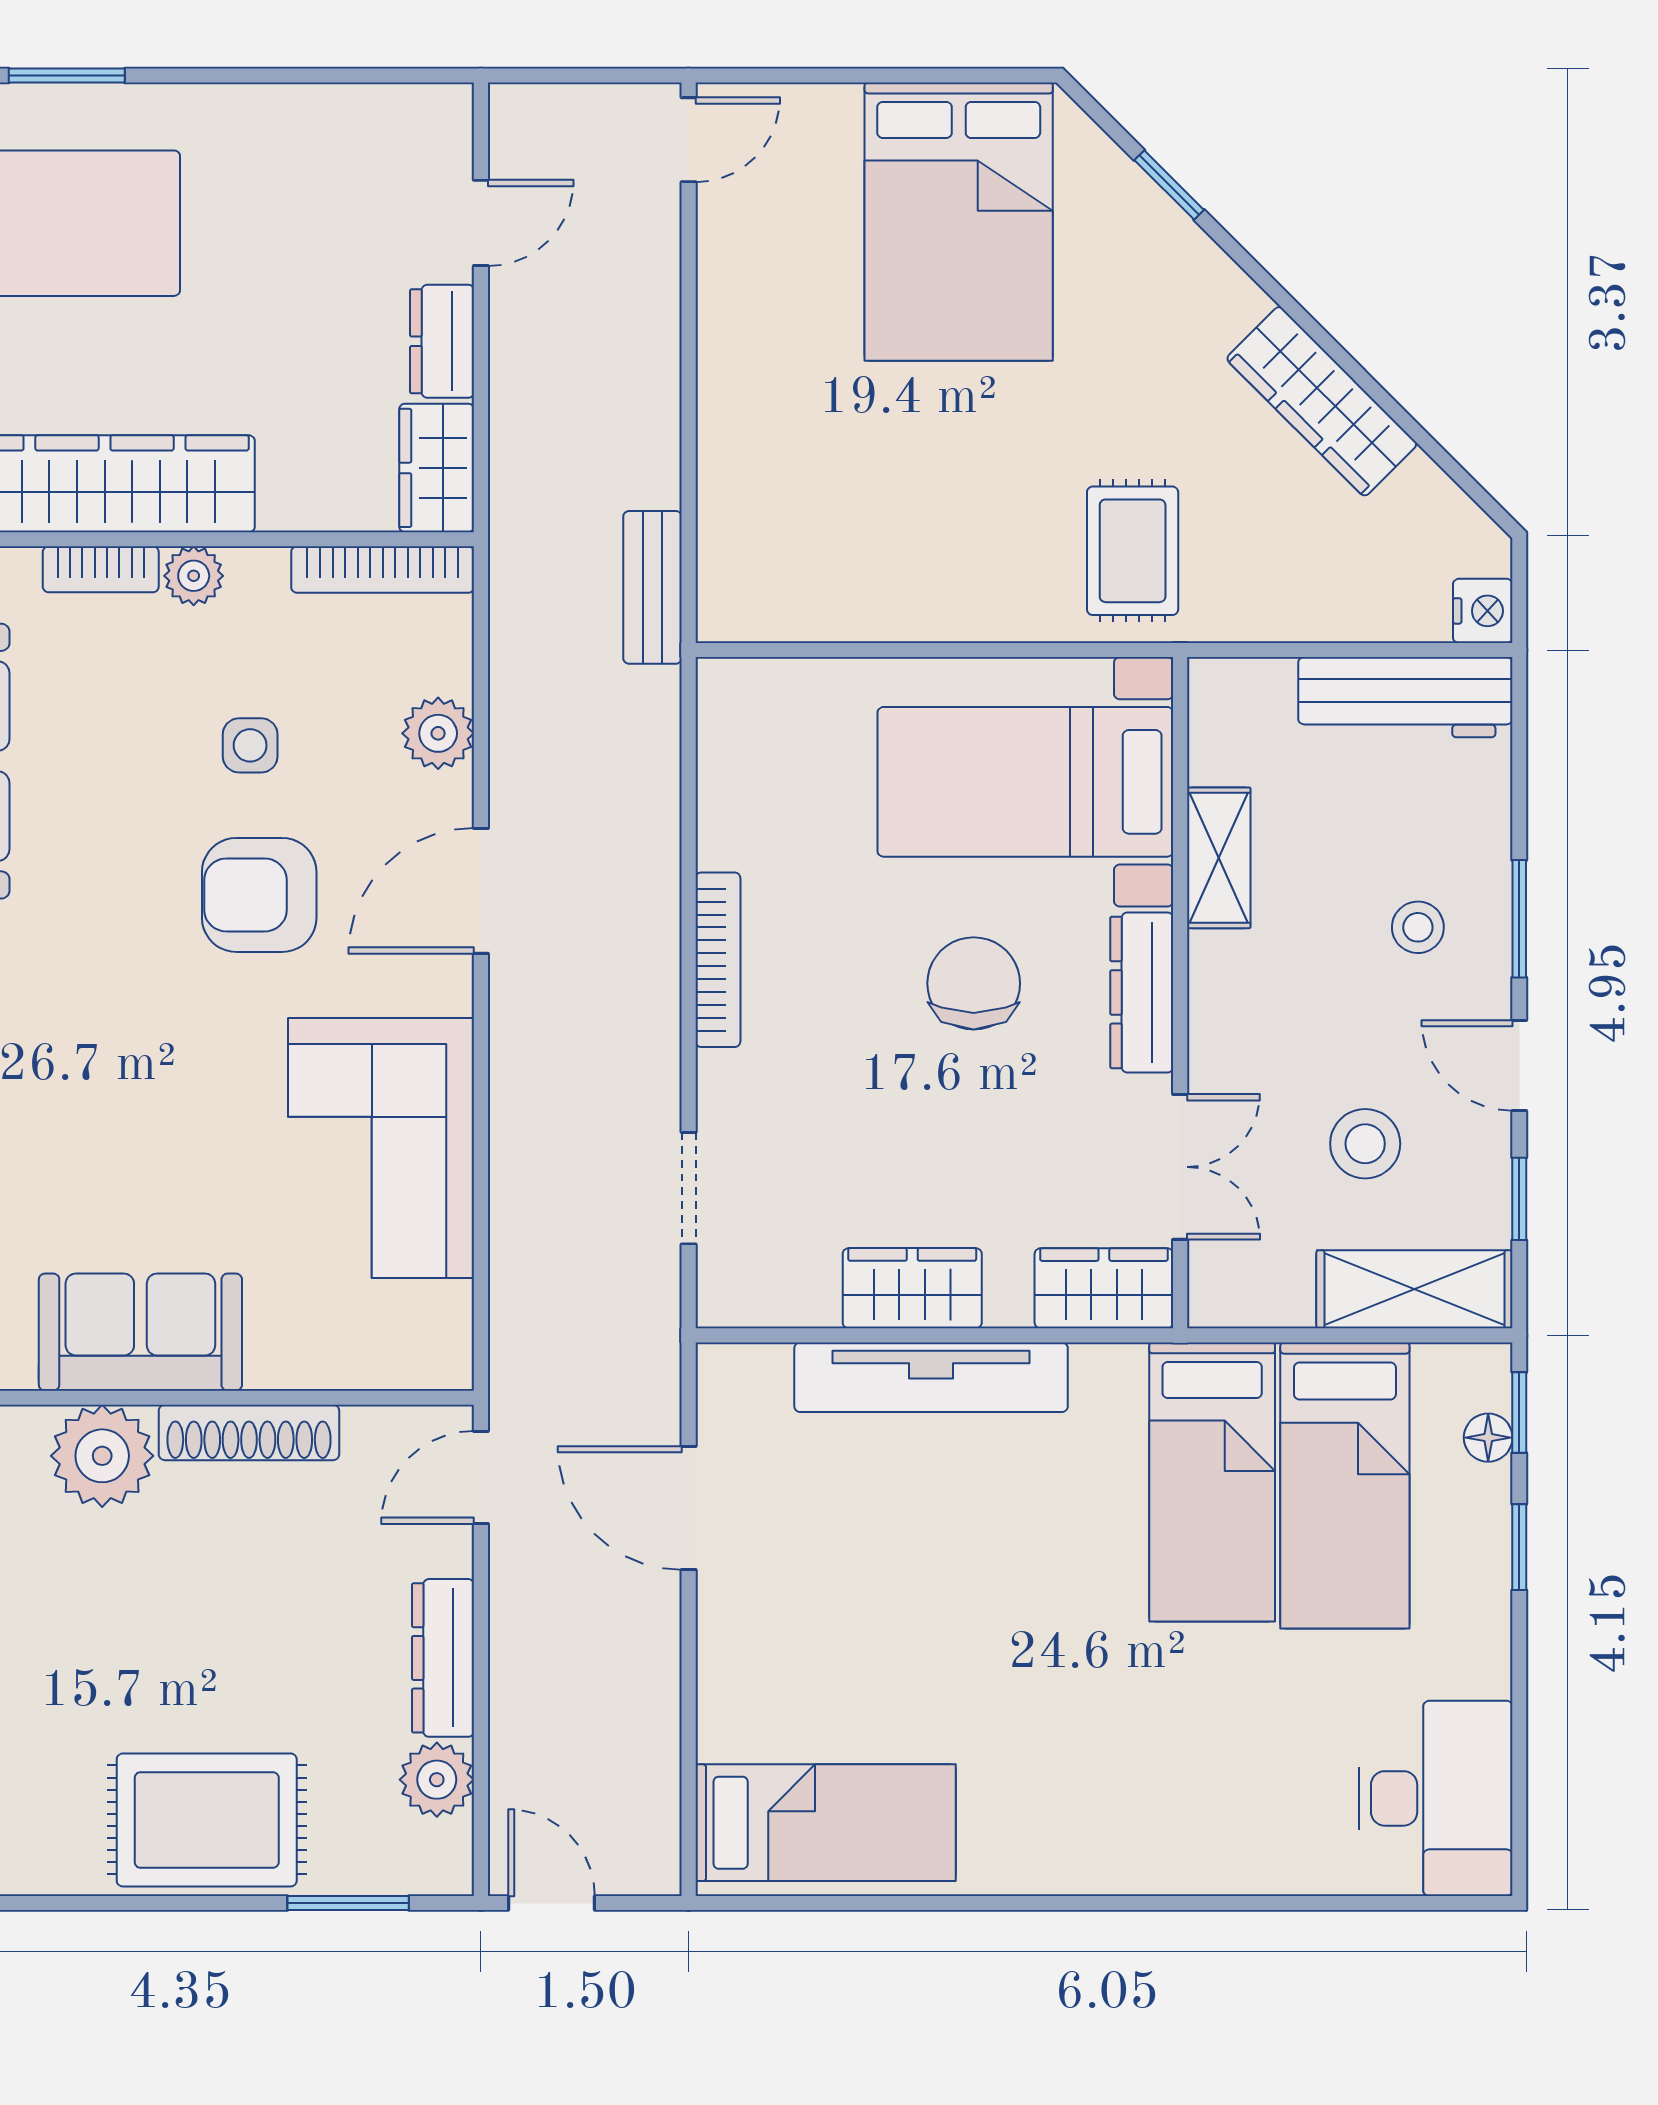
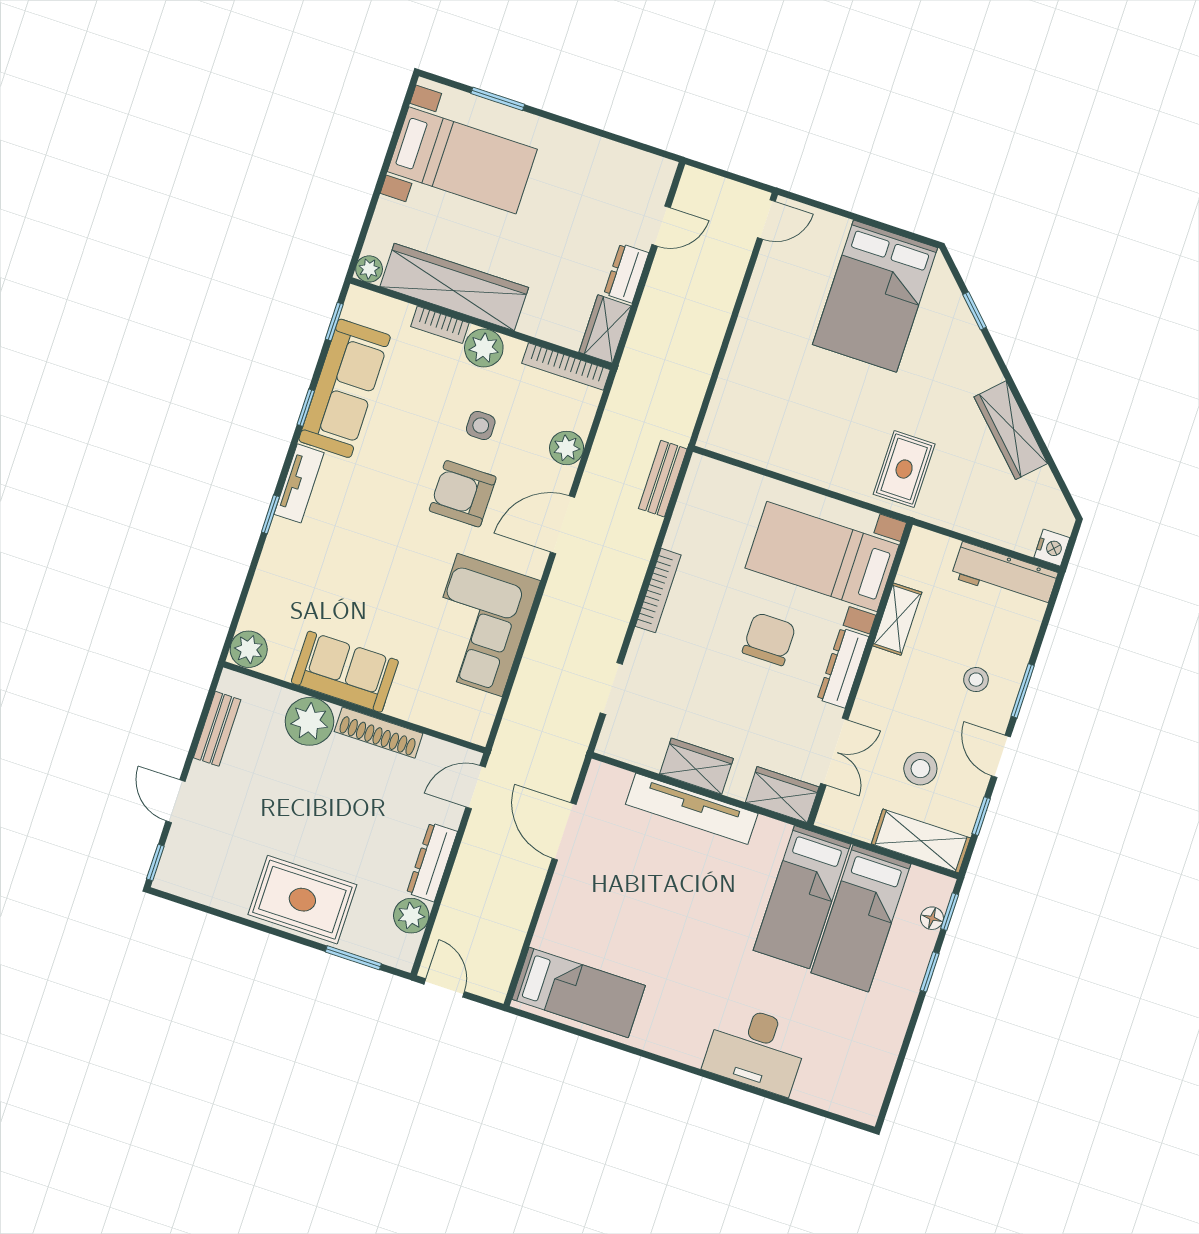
plant: (194, 576) -> (484, 348), width x1.38, depth x1.38
bench: (652, 587) -> (663, 479), moved
desk: (1436, 1798) -> (756, 1049), moved, turned 90

